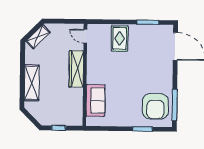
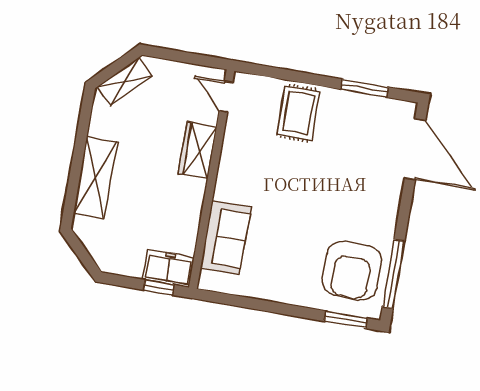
wardrobe: (76, 69) -> (198, 150), width x0.67
freezer: (72, 119) -> (168, 268), added
window: (59, 128) -> (159, 287), moved
window: (142, 129) -> (346, 320), moved

